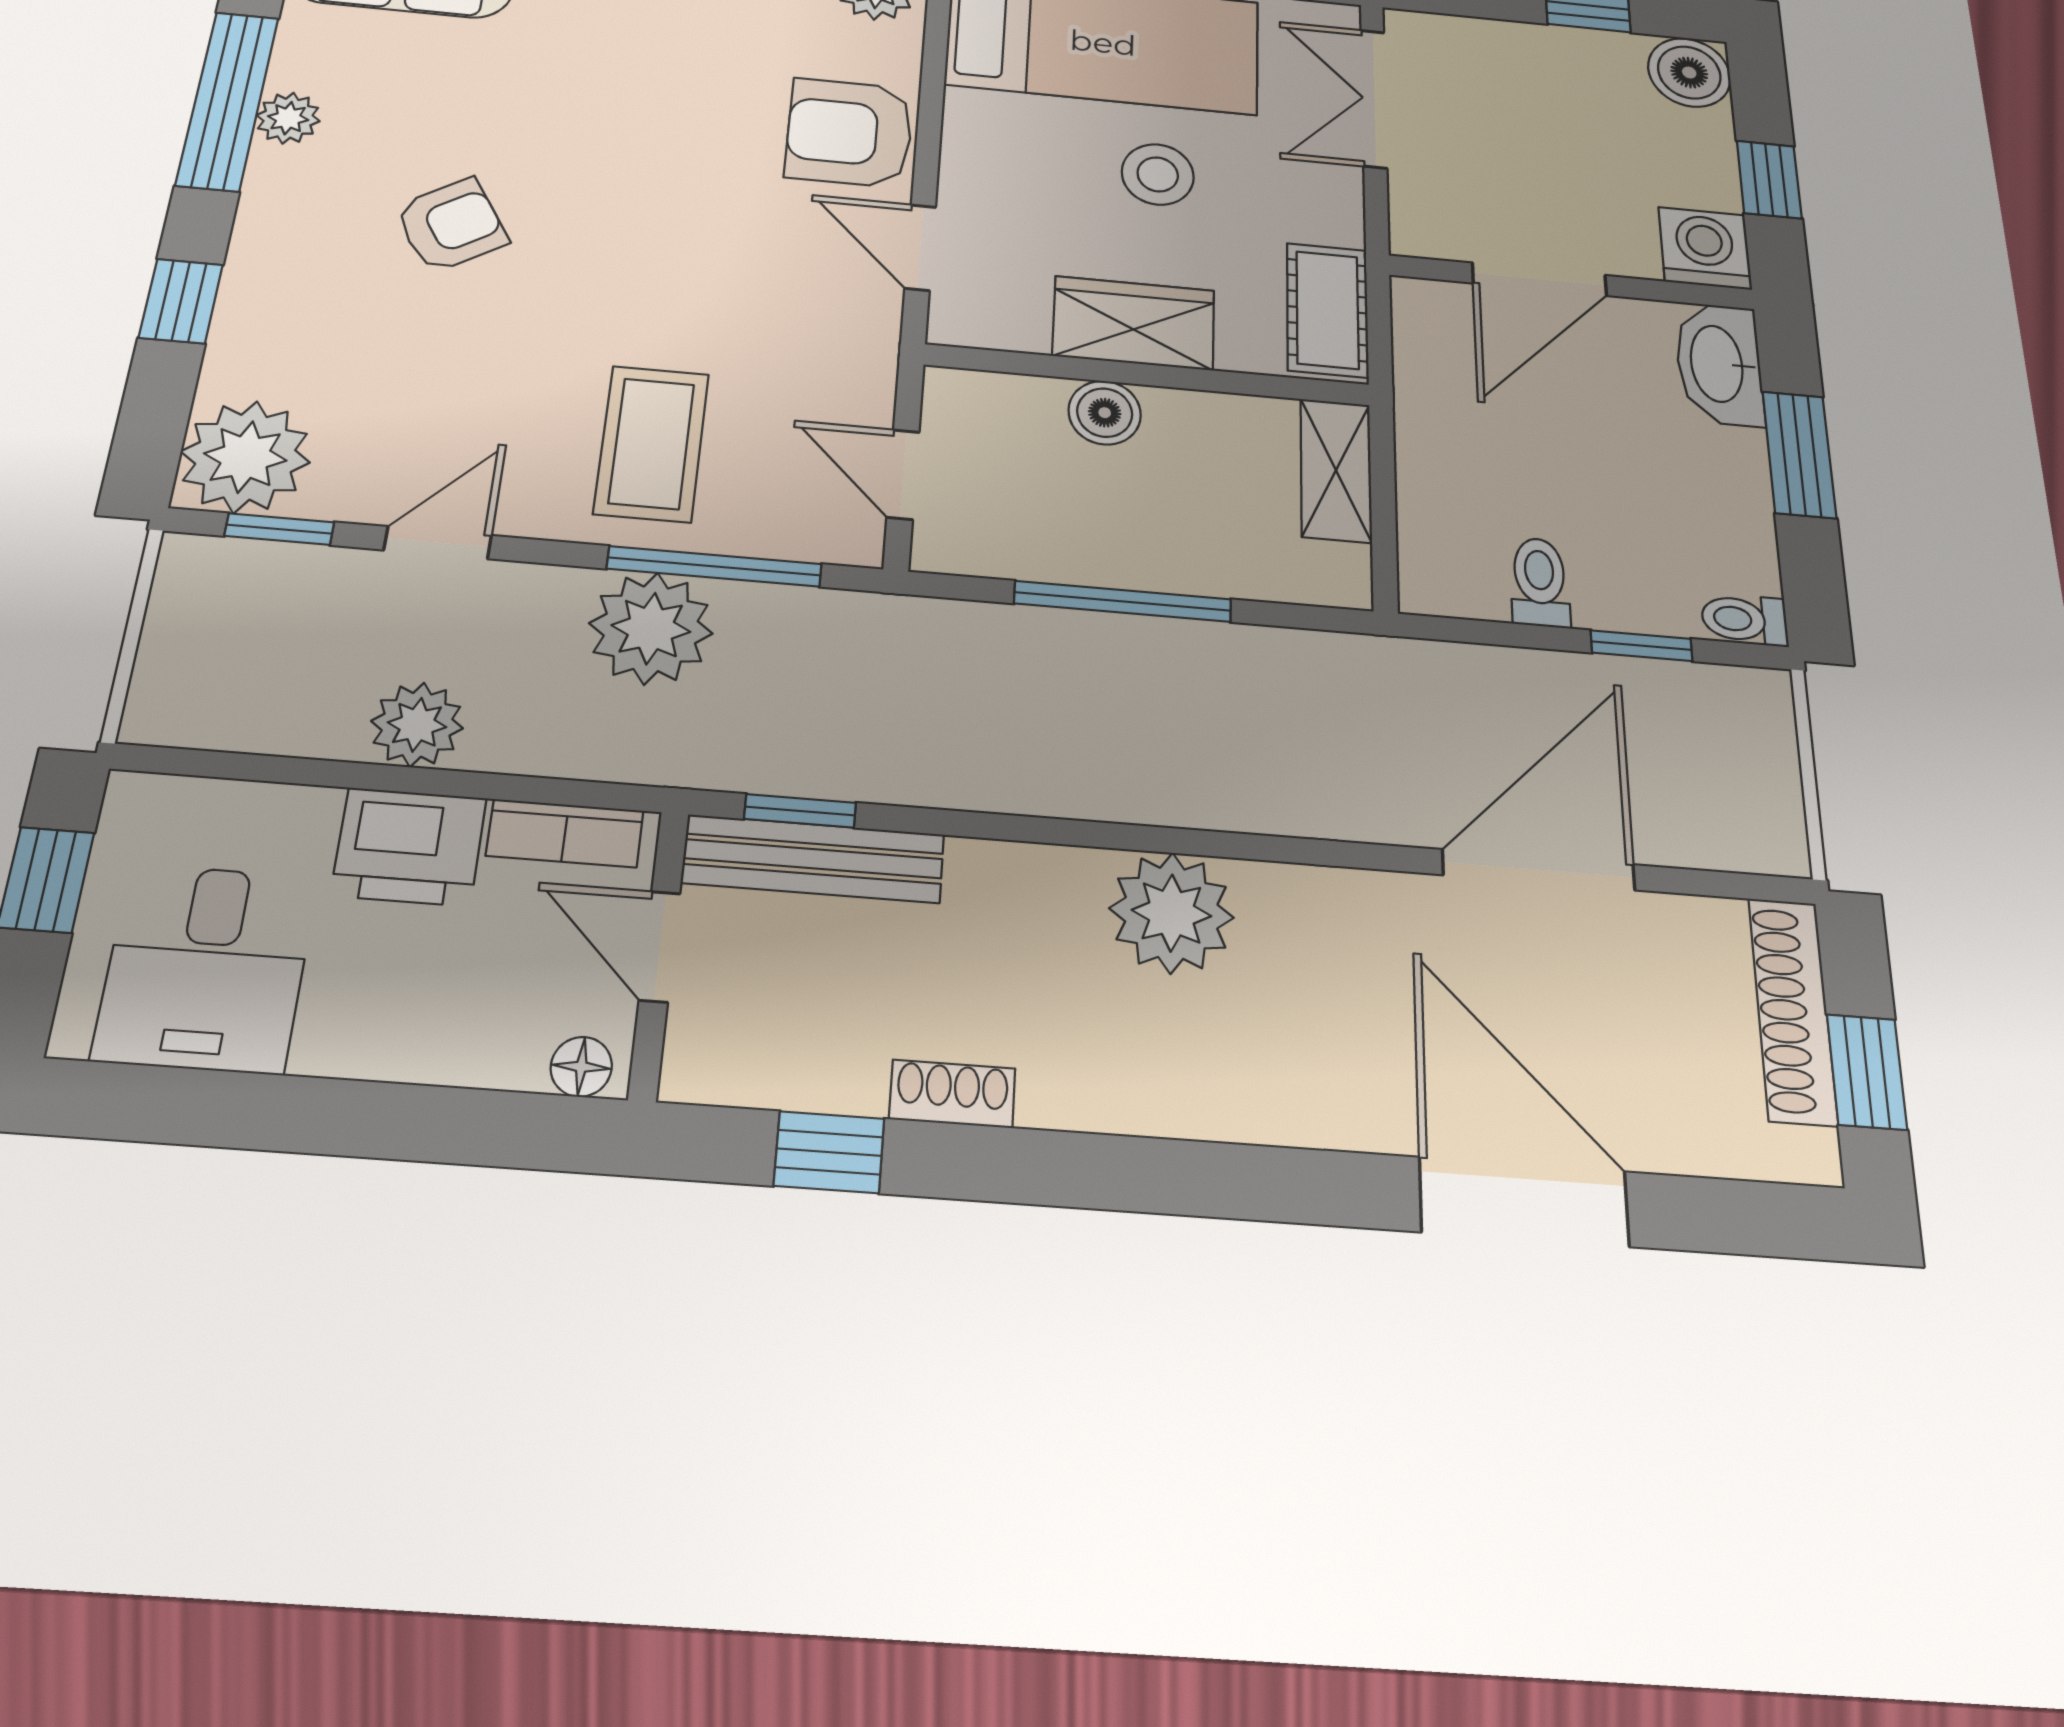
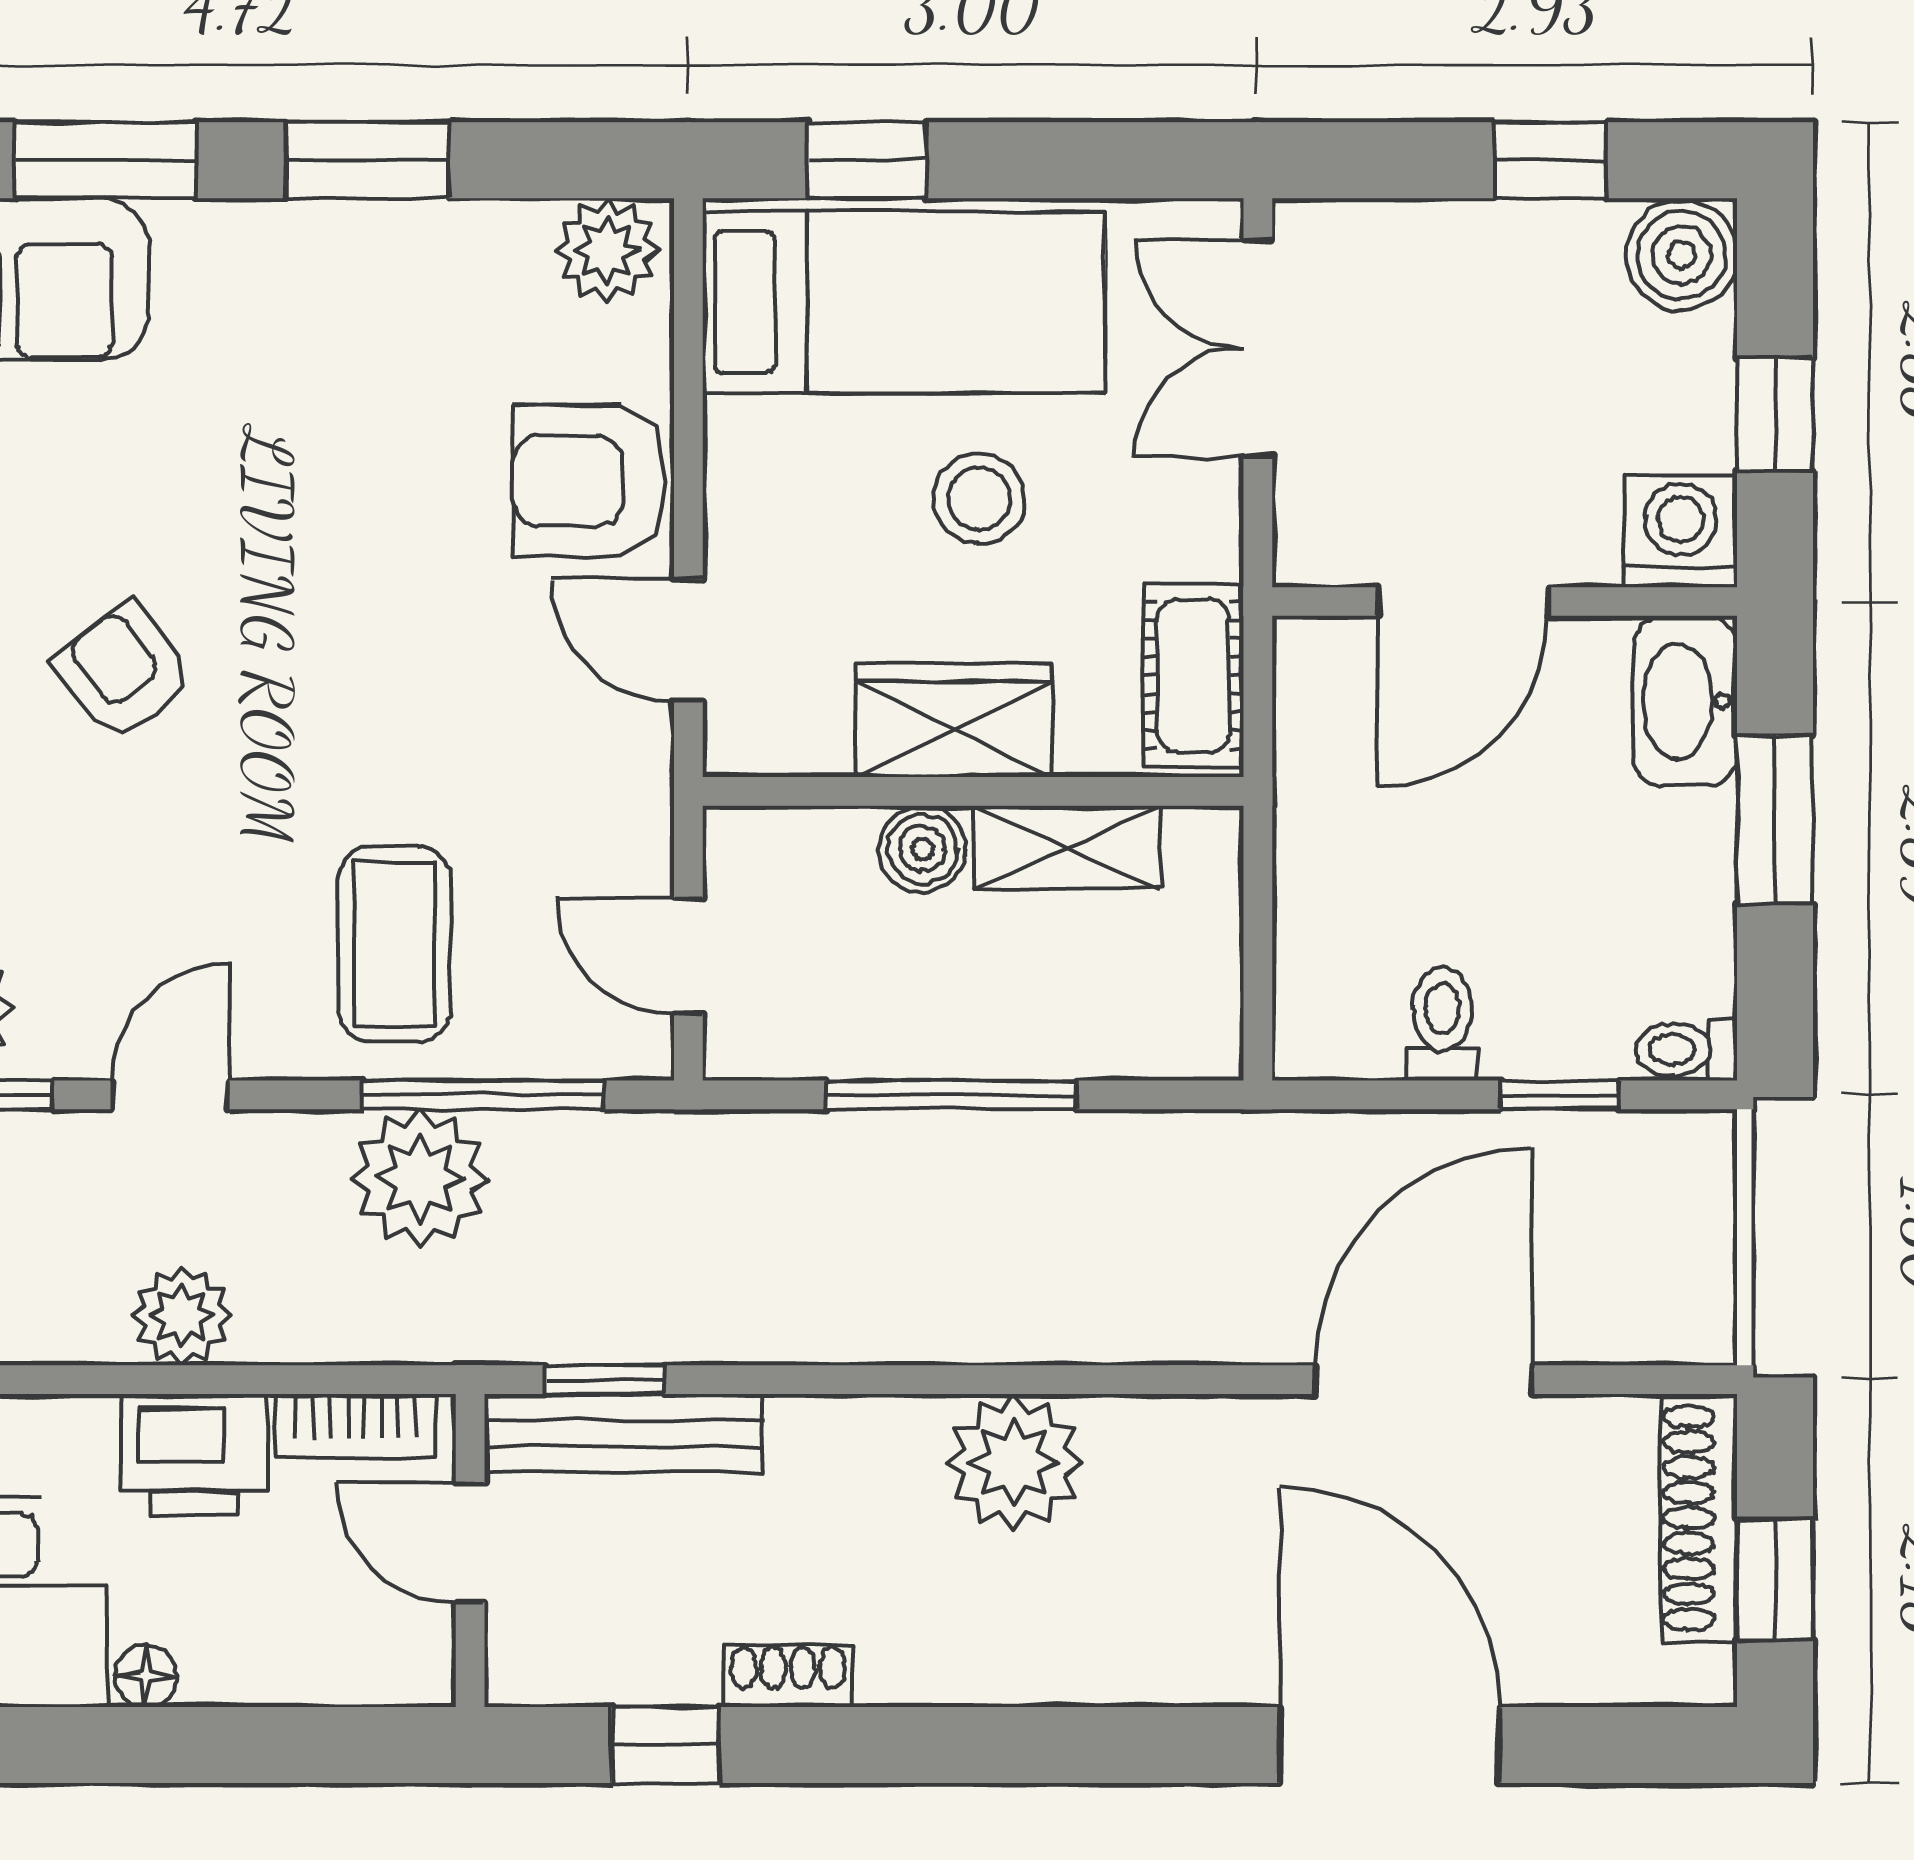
armchair: (451, 225) -> (123, 671), turned -95
shelving: (1336, 470) -> (1067, 848), moved, turned 90
floor lamp: (581, 1067) -> (146, 1676), moved

